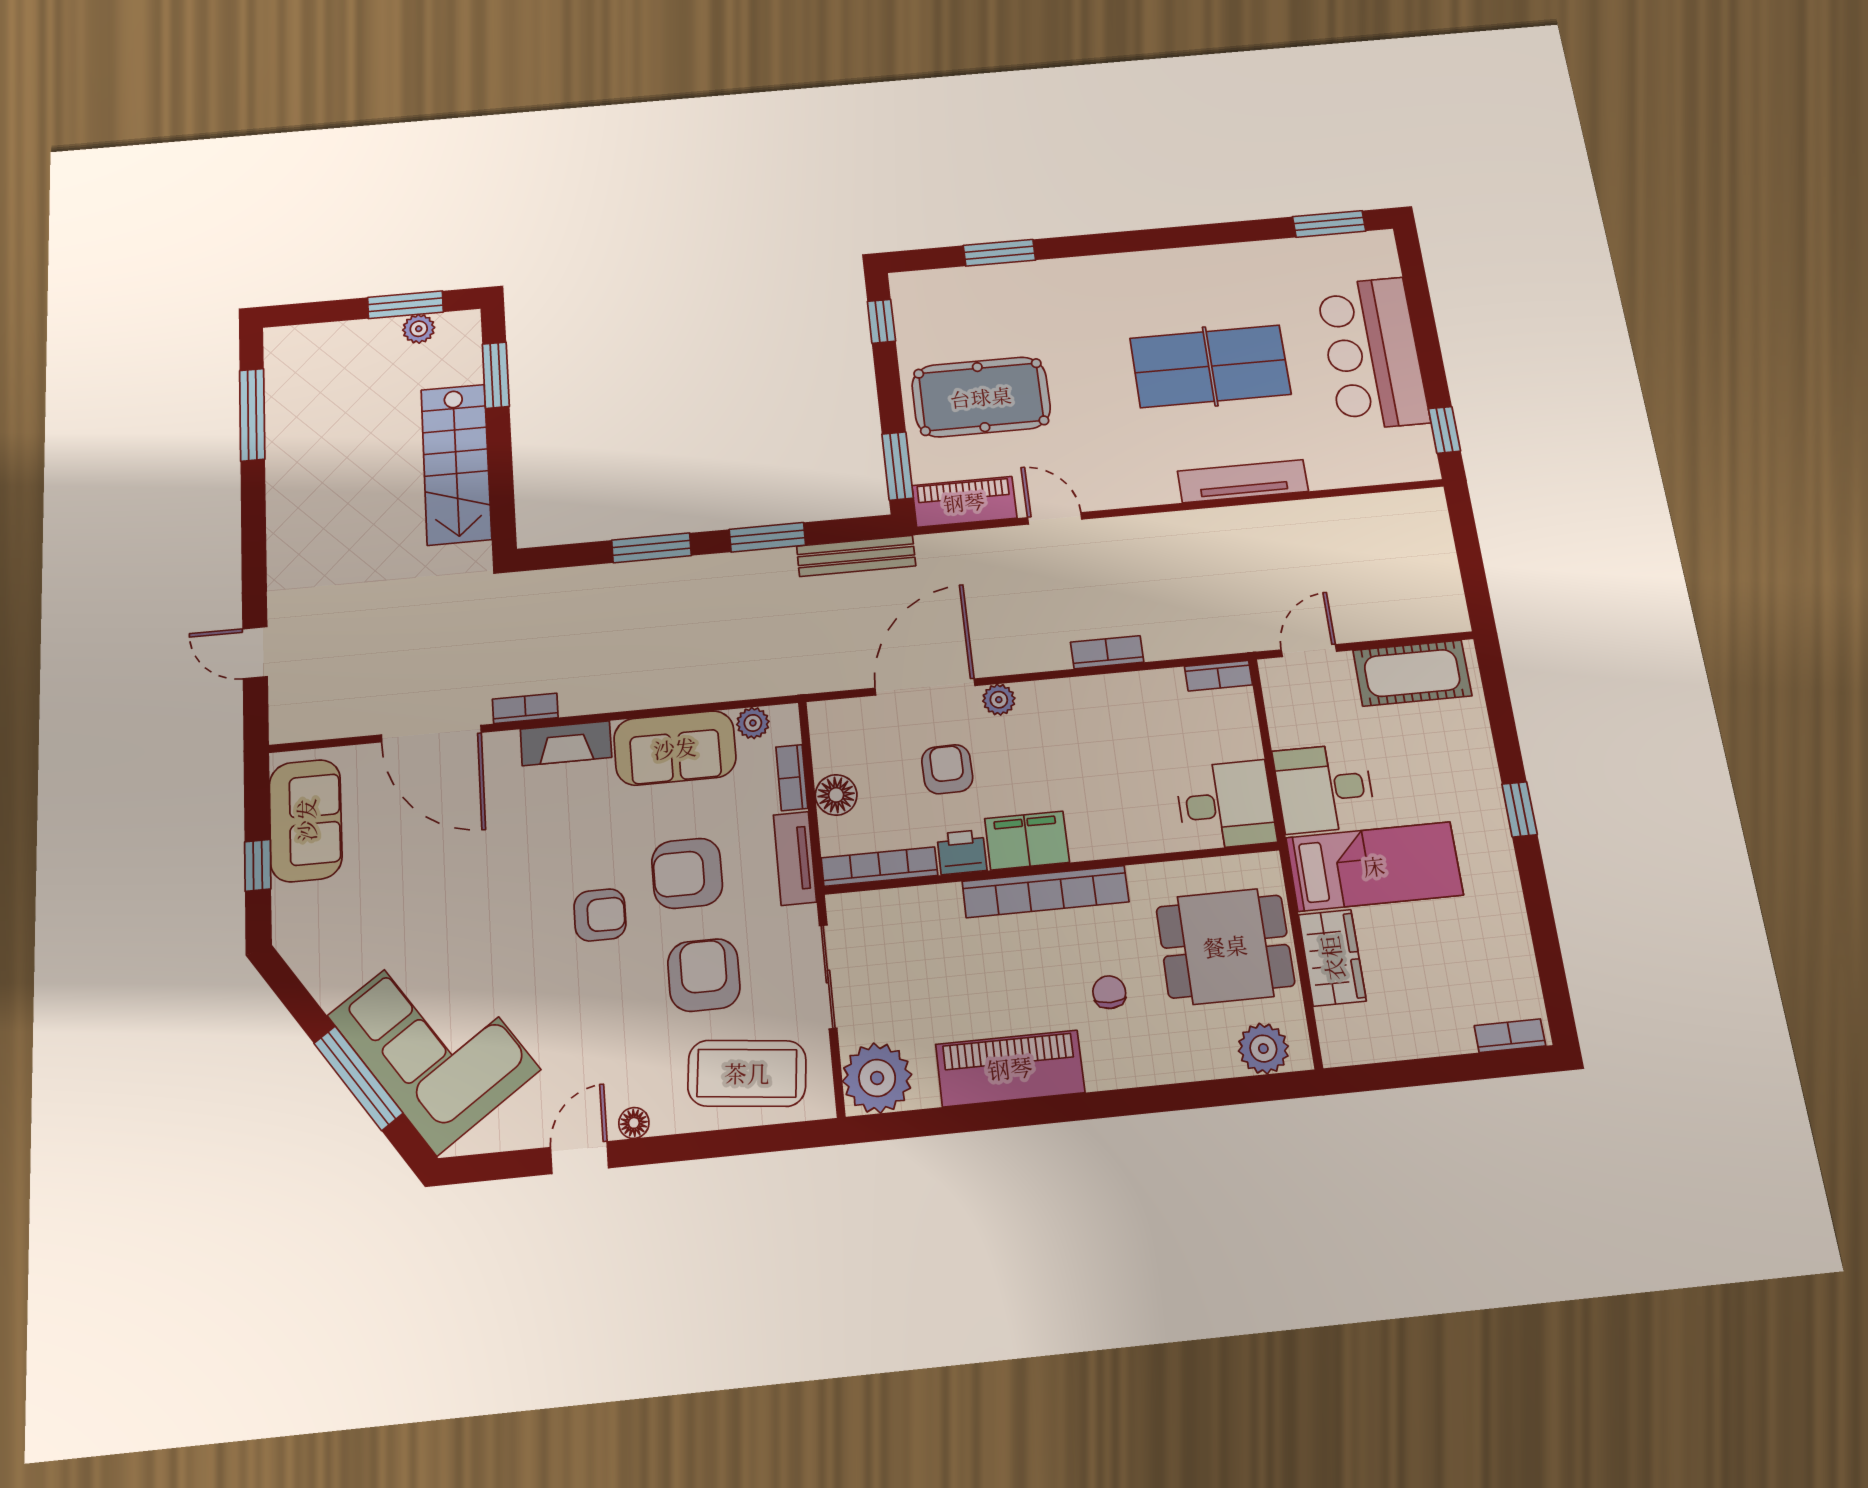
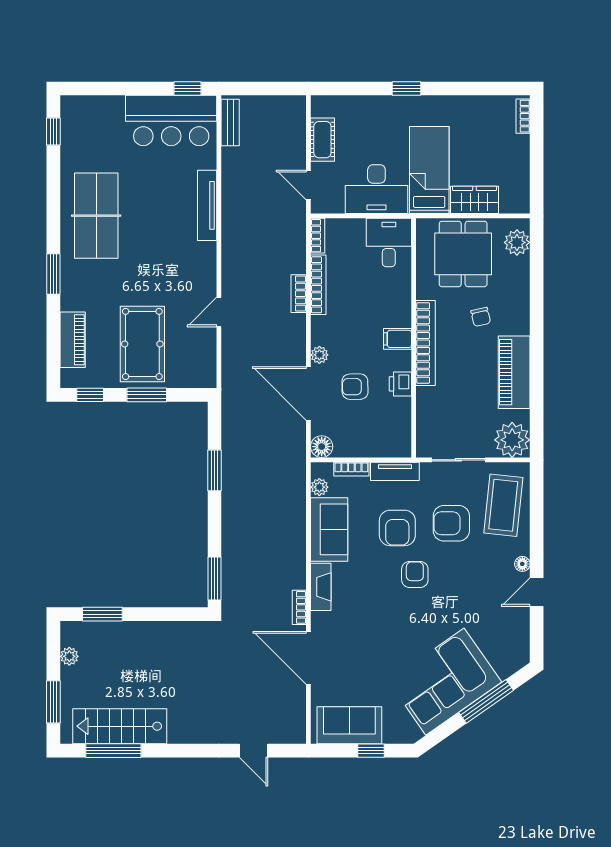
window: (1329, 224) -> (53, 131), width x0.67
window: (999, 253) -> (53, 274), moved
window: (405, 305) -> (53, 702), moved
bar counter: (1373, 353) -> (171, 120), moved
table tennis table: (1210, 366) -> (96, 216), moved
stairs: (456, 464) -> (120, 726), moved, turned 180
window: (898, 466) -> (147, 395), moved
piano: (964, 502) -> (73, 340), moved, turned 180
window: (651, 548) -> (215, 579), moved
bench: (856, 556) -> (230, 122), moved, width x0.73
door: (255, 653) -> (254, 751), hinge flipped
cot: (1412, 673) -> (322, 140), width x0.73, depth x0.75
door: (431, 734) -> (308, 658), swing flipped
desk: (1324, 788) -> (376, 189), width x1.37
floor lamp: (836, 795) -> (322, 447), moved
filing cabinet: (1027, 840) -> (397, 339), width x0.50
bookcase: (879, 867) -> (318, 285), moved, turned 180
chair: (1109, 992) -> (481, 317), turned -103
corner sofa: (434, 1043) -> (445, 682), moved
door: (580, 1158) -> (537, 592), hinge flipped

